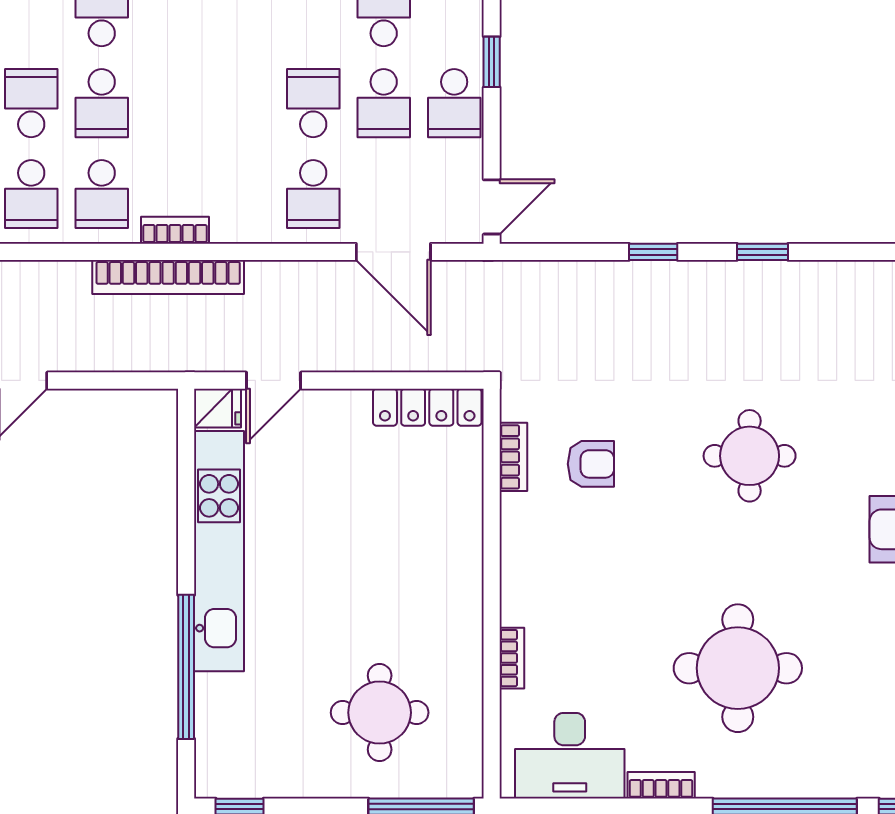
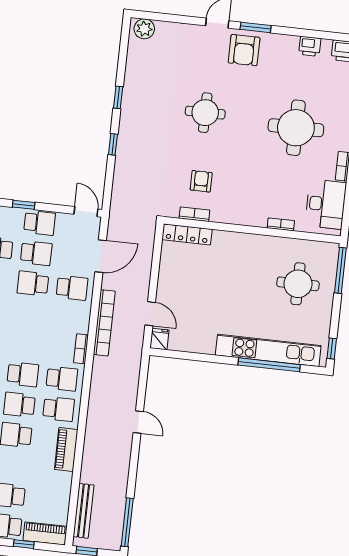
bookcase: (168, 277) -> (104, 323), moved
locker: (427, 407) -> (187, 234), moved, turned 90
kitchen unit: (219, 551) -> (268, 350), moved

